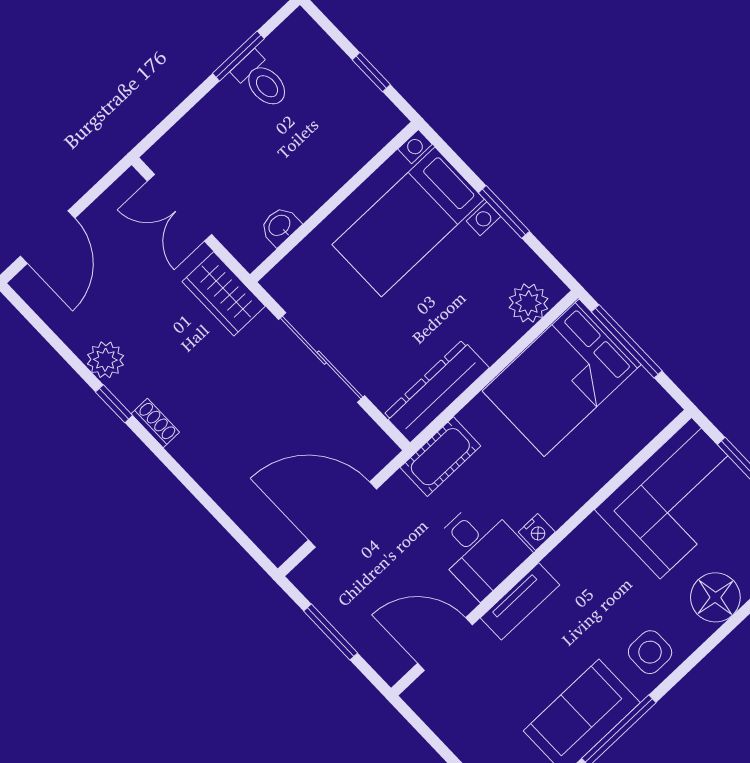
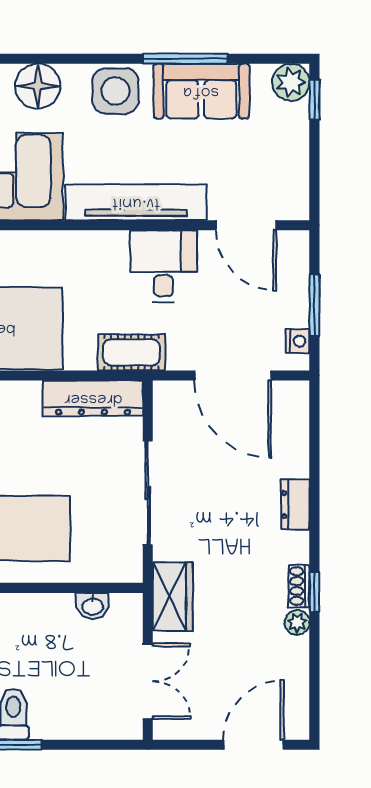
plant: (105, 360) -> (297, 622), width x0.73, depth x0.73
shoe rack: (155, 423) -> (299, 586), moved
dresser: (195, 459) -> (295, 505), added
nightstand: (537, 532) -> (298, 341), moved, turned 90
tv unit: (520, 601) -> (136, 202), width x1.92, depth x1.29
side table: (650, 652) -> (115, 91), width x1.37, depth x1.37

